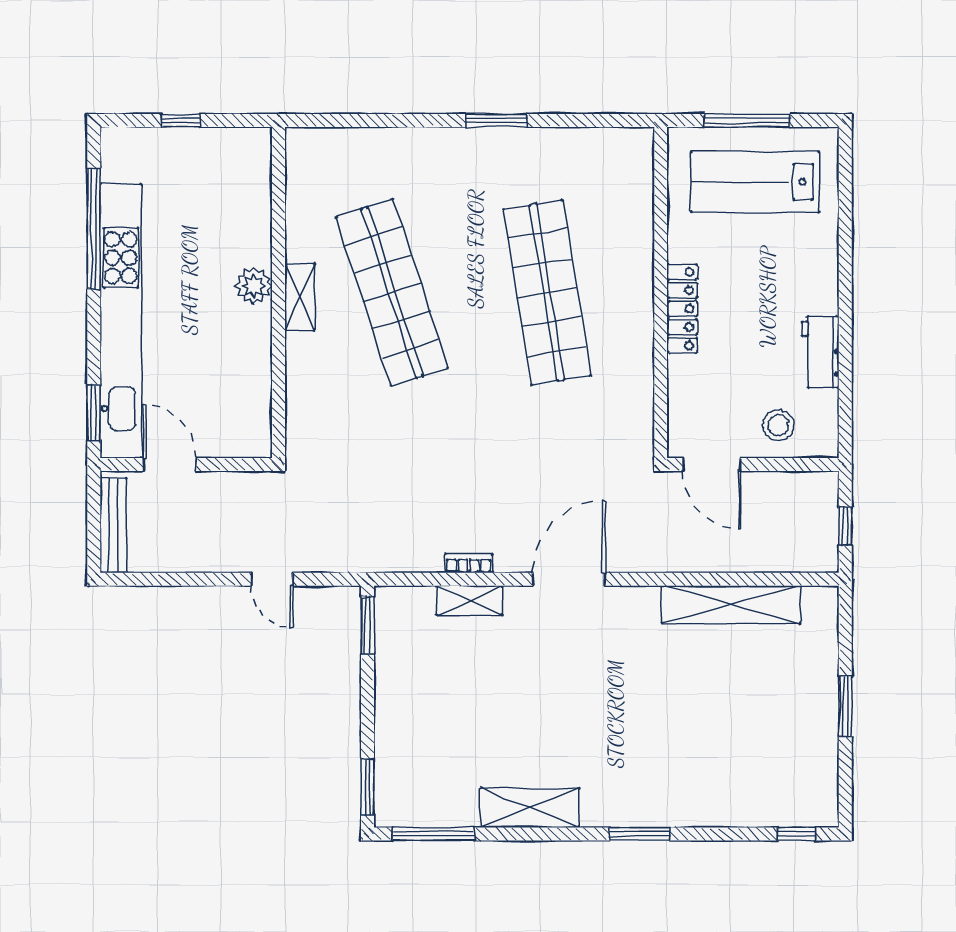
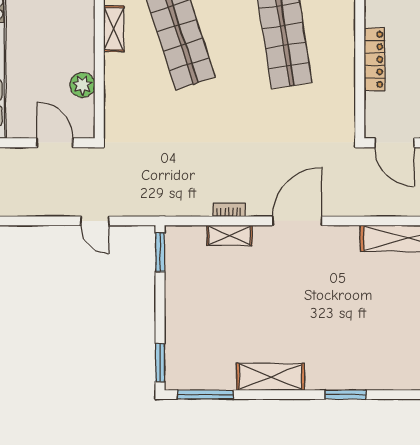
plant: (254, 286) -> (82, 85), moved
locker: (682, 309) -> (375, 59), moved
door: (170, 465) -> (55, 143), moved

